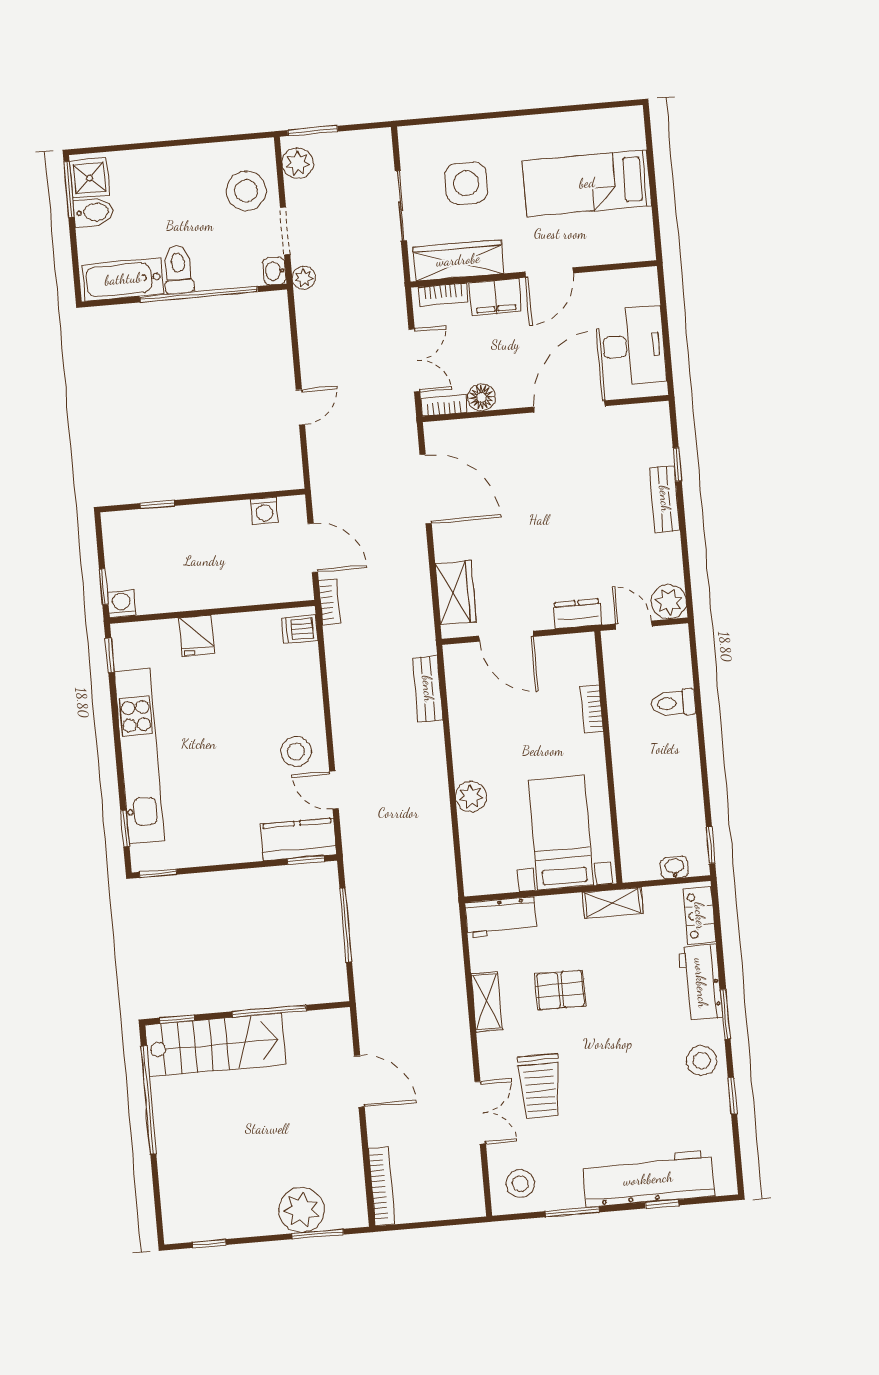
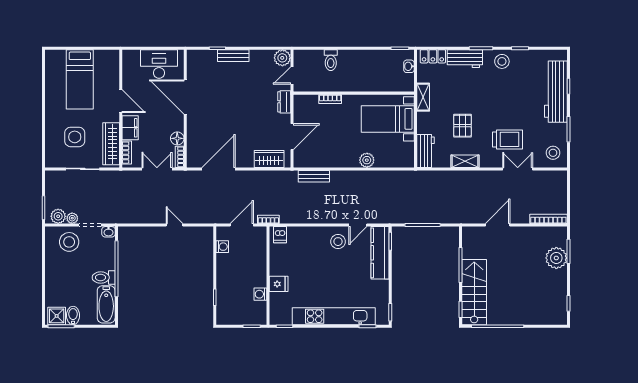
plant: (304, 278) -> (72, 218), moved
washing machine: (121, 604) -> (260, 294), moved
kitchen counter: (298, 840) -> (380, 253), width x1.50

